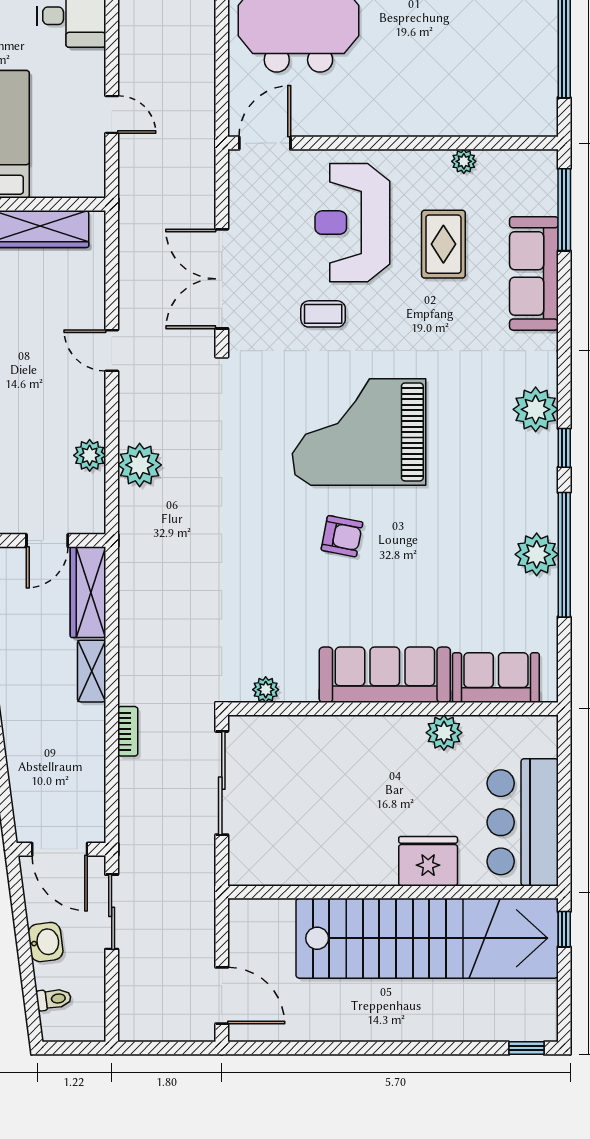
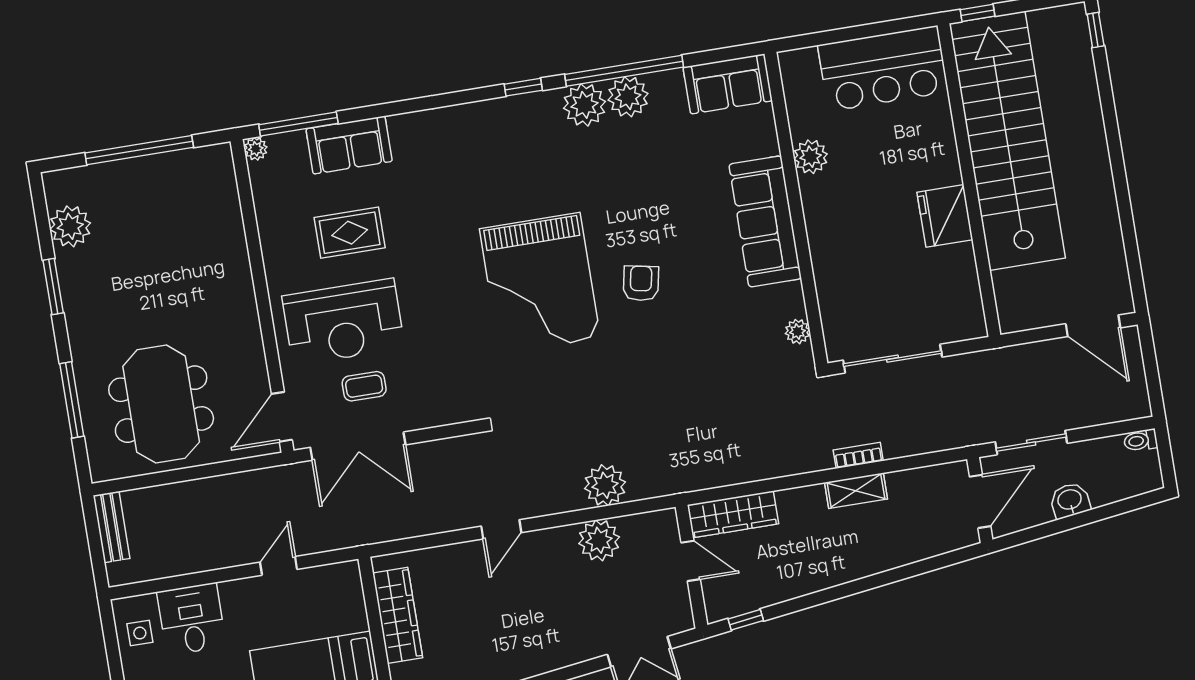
door: (265, 143) -> (282, 417), hinge flipped
plant: (464, 161) -> (256, 149), moved
sofa: (534, 273) -> (349, 145), width x0.73
double door: (222, 279) -> (358, 446), moved
coffee table: (323, 314) -> (364, 386), moved, turned 90
plant: (536, 409) -> (584, 105), moved
plant: (90, 455) -> (599, 540), width x1.36, depth x1.36
shelving: (92, 671) -> (856, 491), moved
sofa: (496, 678) -> (728, 84), moved, turned -90
fridge: (428, 861) -> (945, 216), moved
door: (222, 995) -> (1093, 326), swing flipped
toilet: (54, 999) -> (1141, 441), moved, turned -83

